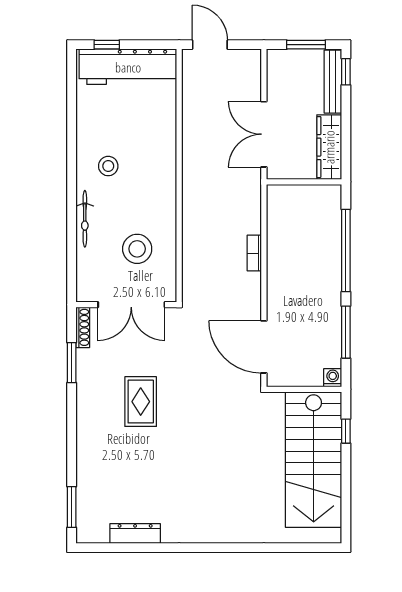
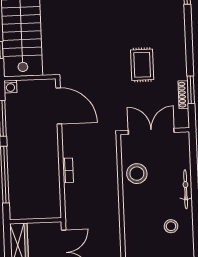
stool: (137, 249) -> (137, 174), moved
shoe rack: (83, 327) -> (183, 95), moved

